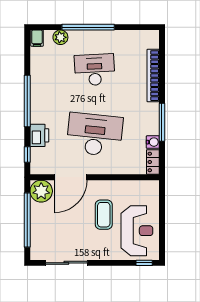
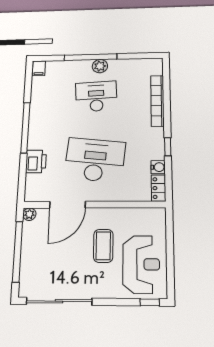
plant: (60, 37) -> (100, 66), moved
window: (162, 122) -> (168, 147), width x0.46
window: (27, 154) -> (22, 181), removed
plant: (41, 191) -> (29, 214), width x0.53, depth x0.53
sliding door: (66, 263) -> (59, 301), width x1.36

